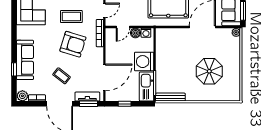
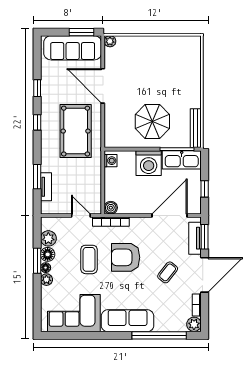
door: (123, 27) -> (103, 191), removed
boiler: (135, 33) -> (111, 208), moved
armchair: (73, 44) -> (126, 257), turned -107
sofa: (25, 60) -> (128, 321), moved
window: (14, 69) -> (159, 335), width x3.17
parasol: (209, 71) -> (152, 121), moved
door: (104, 77) -> (170, 216), hinge flipped

